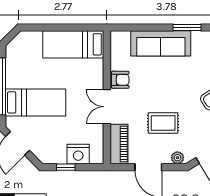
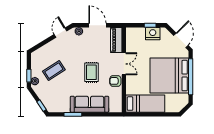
bed: (35, 102) -> (169, 76), width x2.04
rug: (163, 123) -> (91, 72), moved, turned 90
nightstand: (78, 154) -> (153, 34), moved

